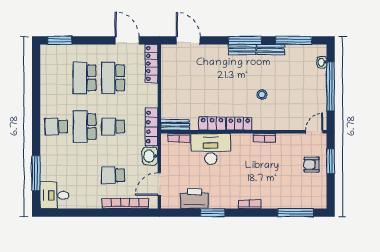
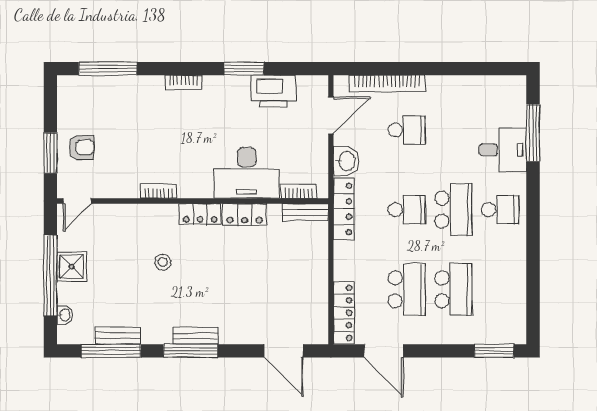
bench: (271, 50) -> (118, 336), moved
shower: (318, 92) -> (72, 267), added
desk: (54, 195) -> (503, 150), moved

